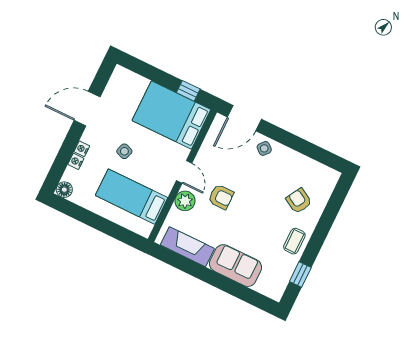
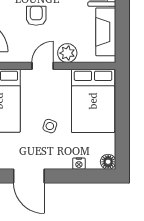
nightstand: (82, 149) -> (65, 164), removed
bed: (132, 197) -> (93, 101), width x1.50
armchair: (221, 197) -> (36, 16), moved

